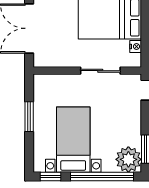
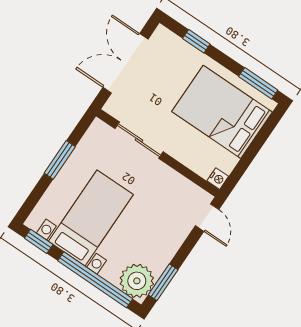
nightstand: (136, 47) -> (218, 179), moved
sliding door: (100, 71) -> (139, 140), moved

